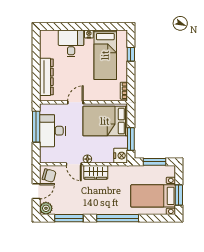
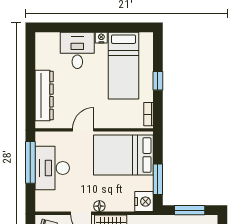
window: (131, 54) -> (158, 81), moved

